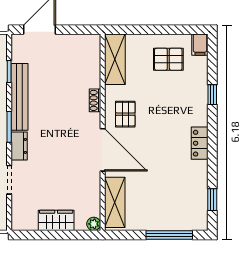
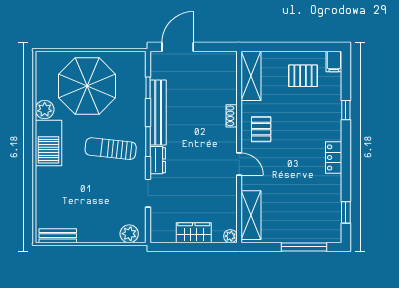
door: (103, 150) -> (239, 164), width x0.53

